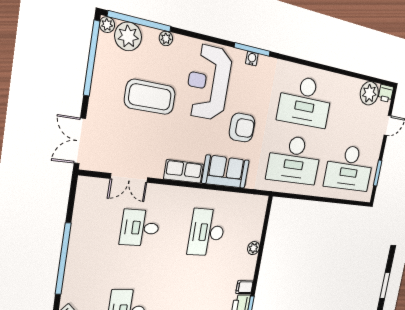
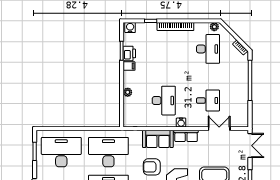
water cooler: (188, 195) -> (181, 122), added

